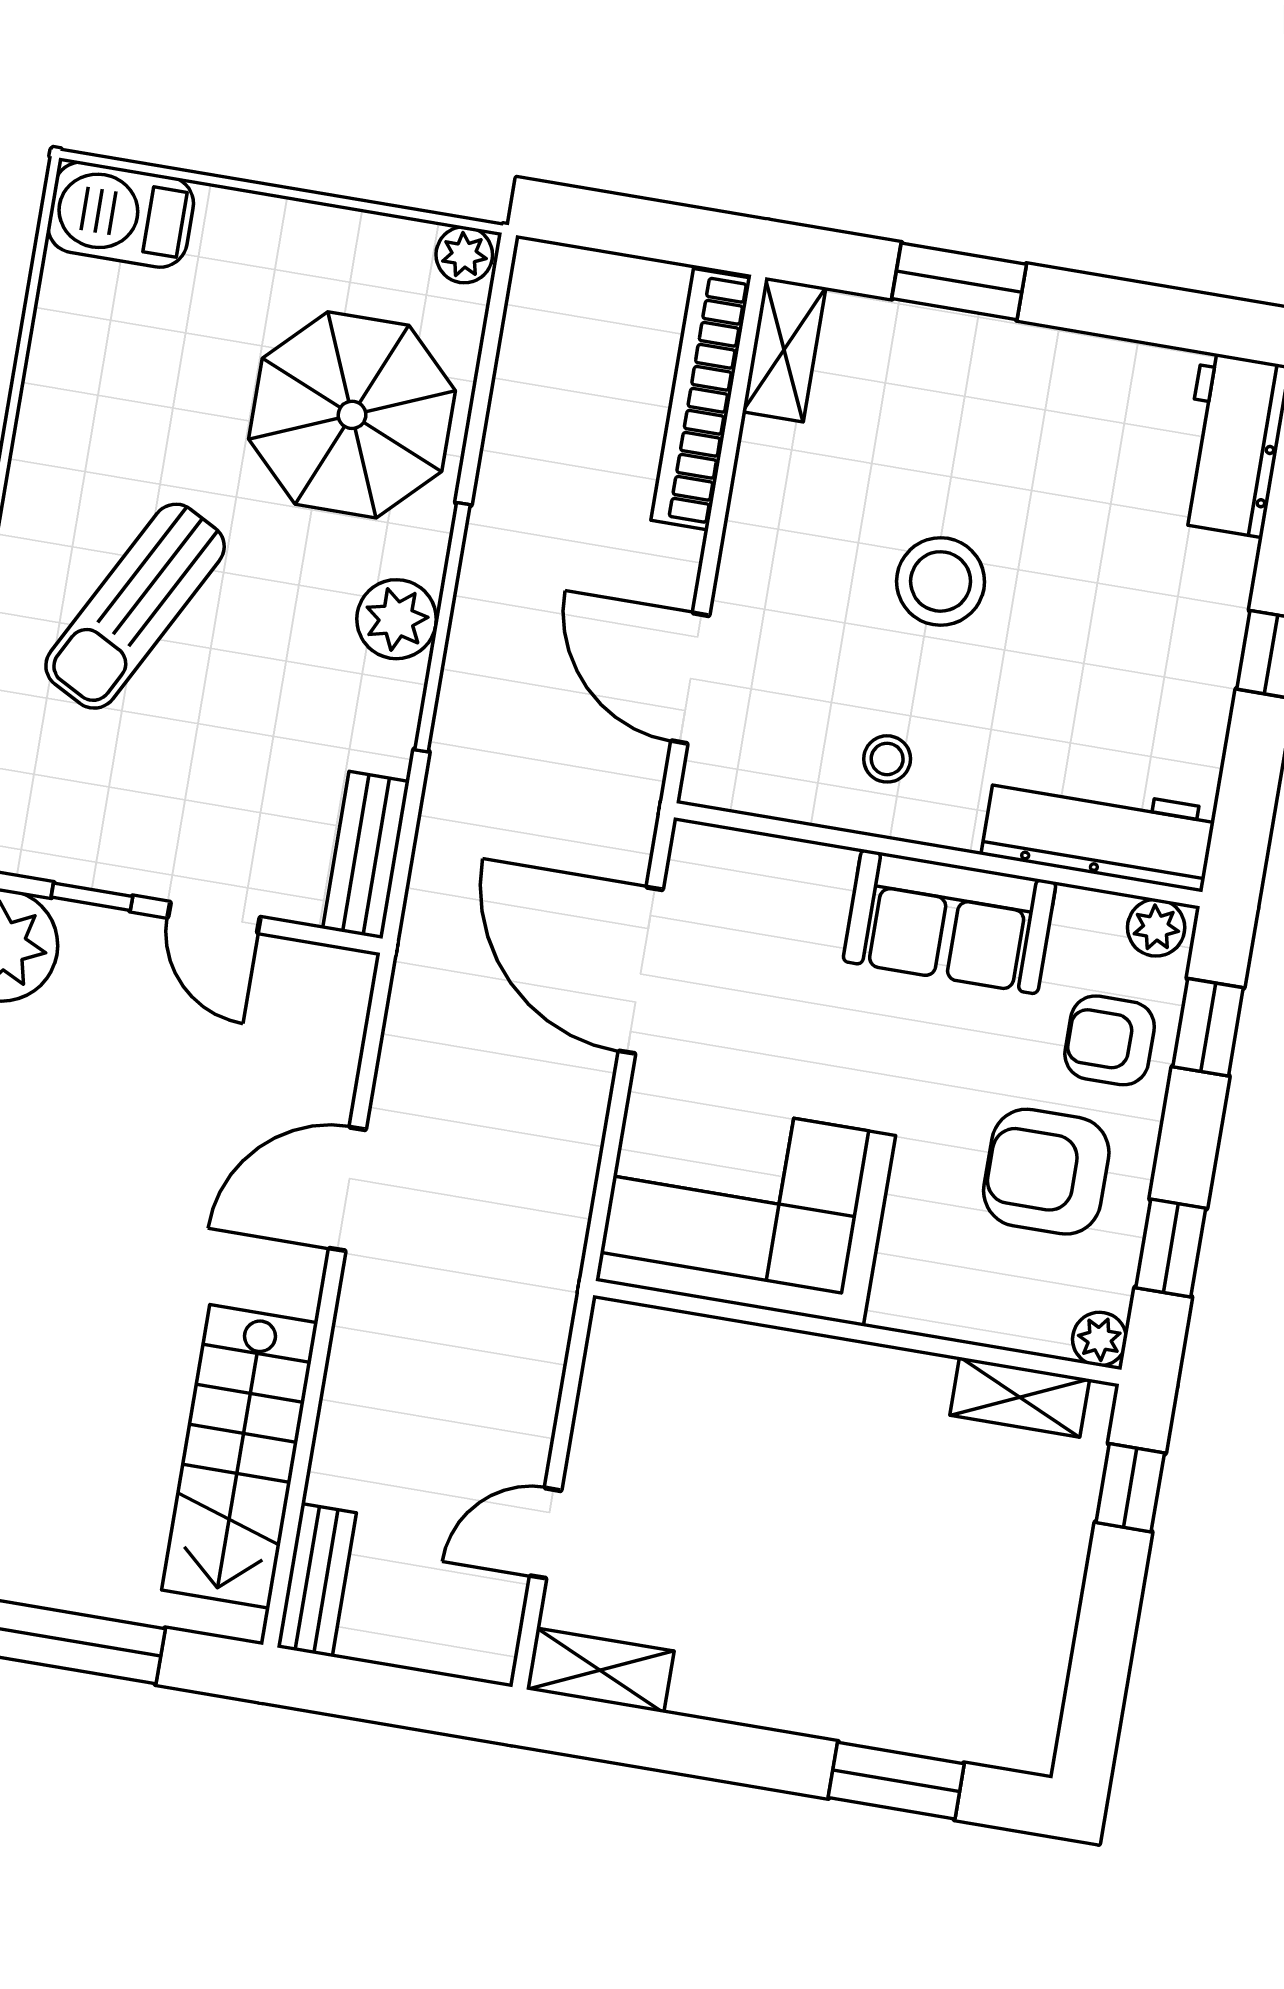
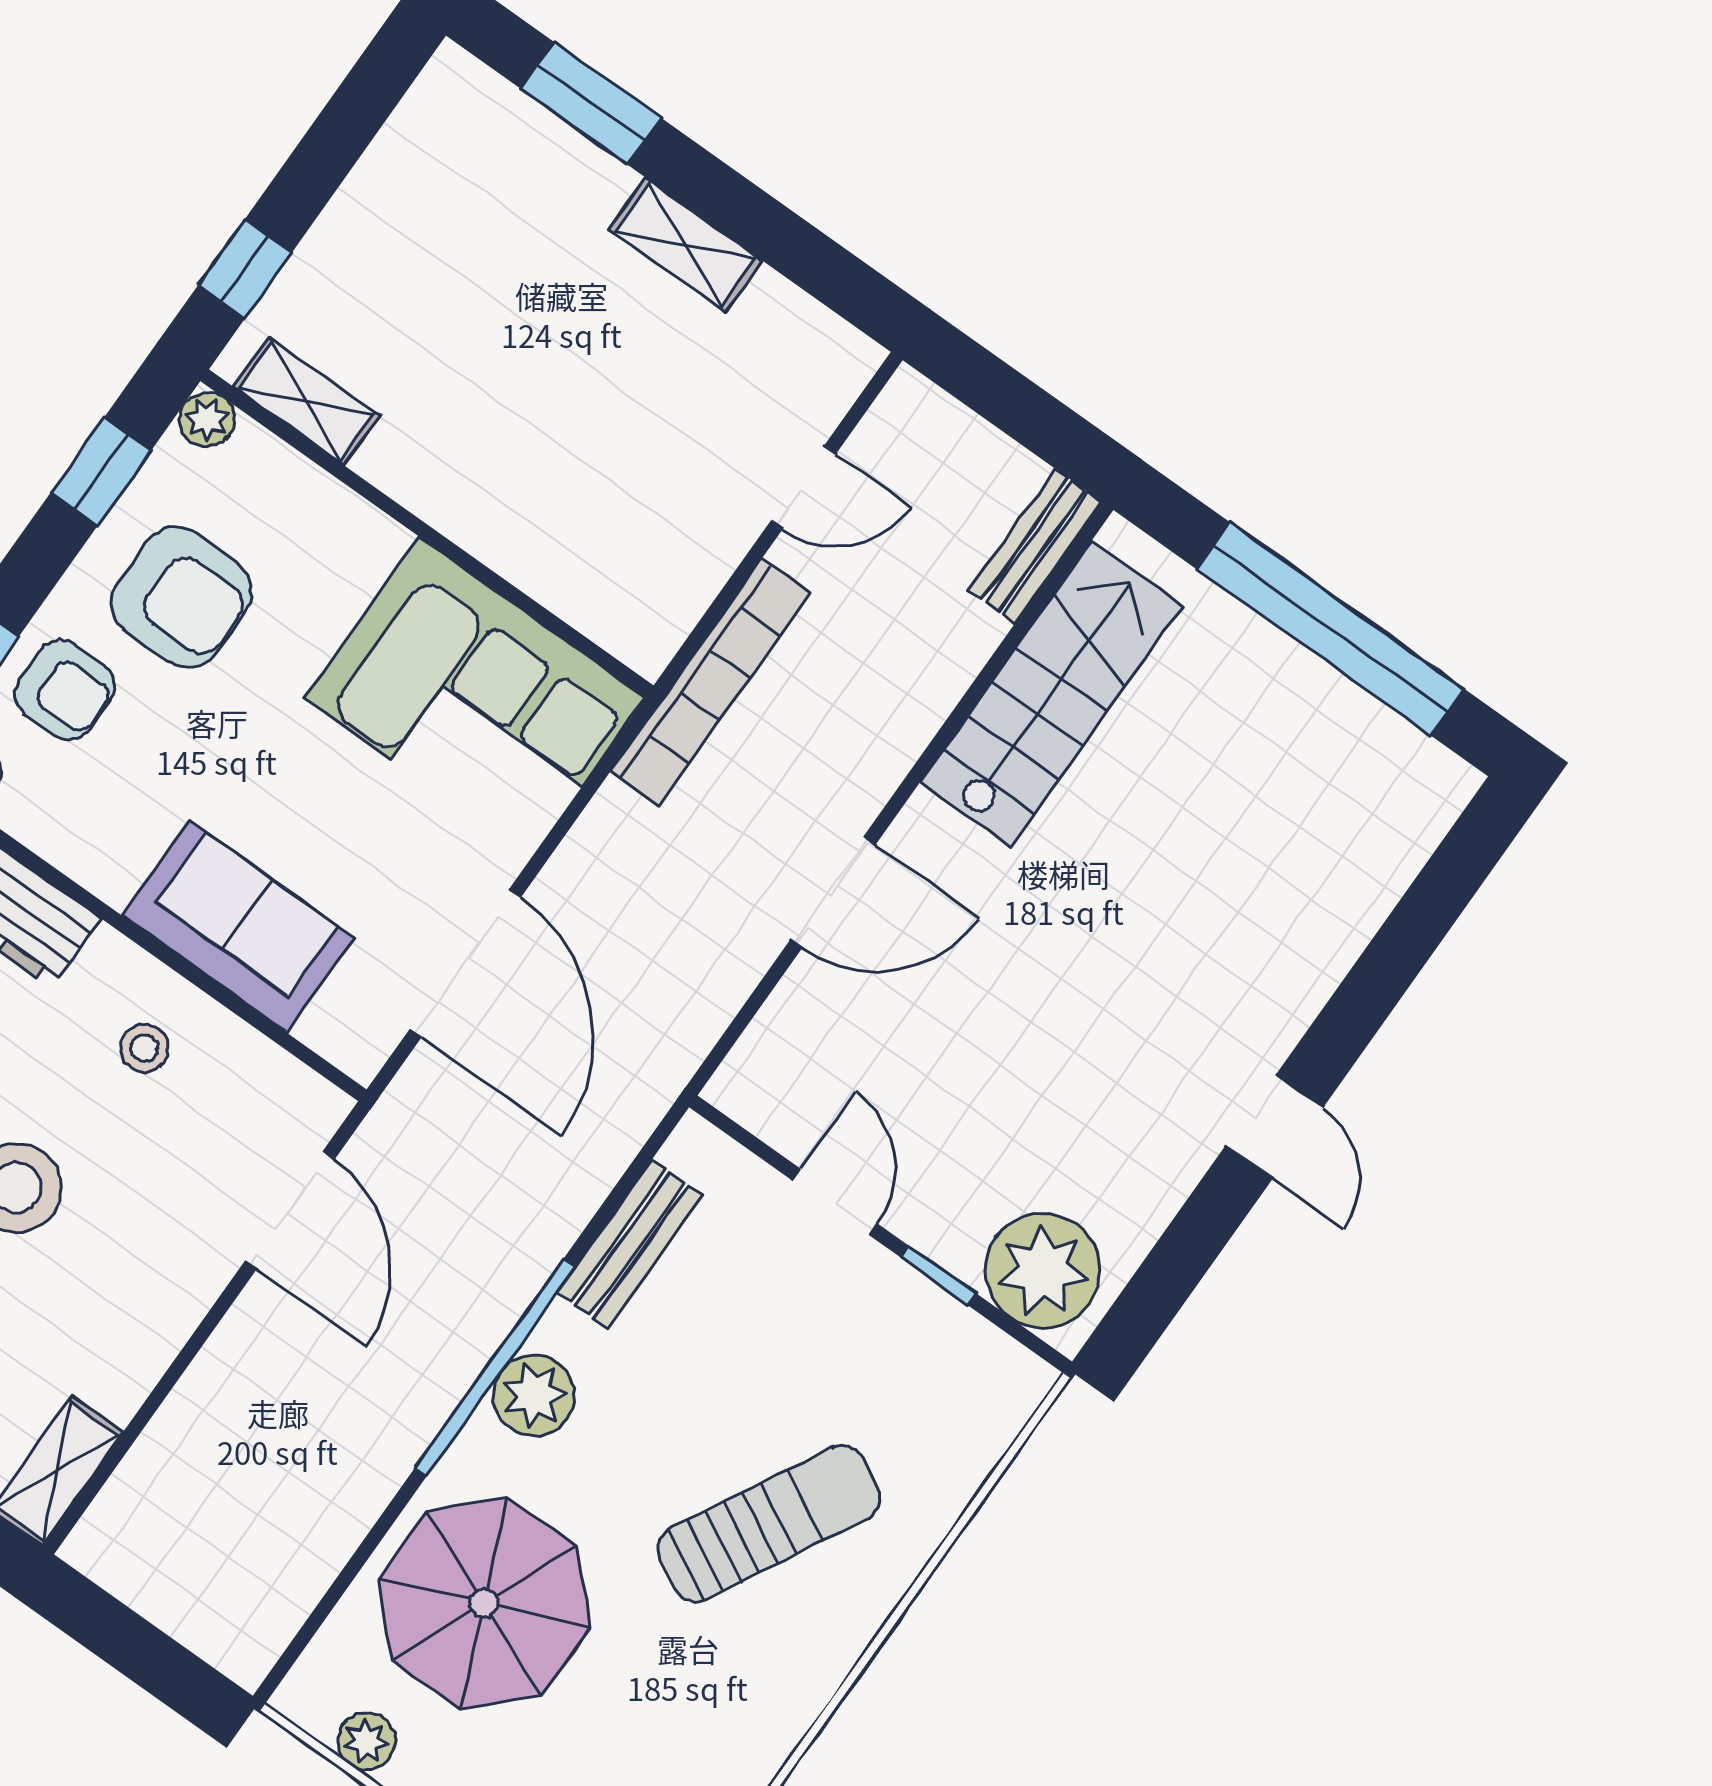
plant: (464, 255) -> (366, 1741), moved
bookcase: (701, 399) -> (710, 682), moved
bench: (366, 855) -> (630, 1244), moved
sofa: (949, 922) -> (238, 926), moved
shelving: (600, 1670) -> (685, 245), moved

